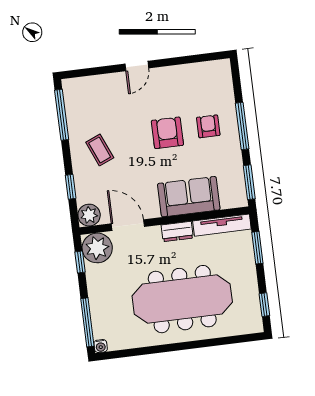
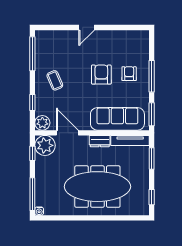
sofa: (189, 197) -> (117, 119), width x1.36

